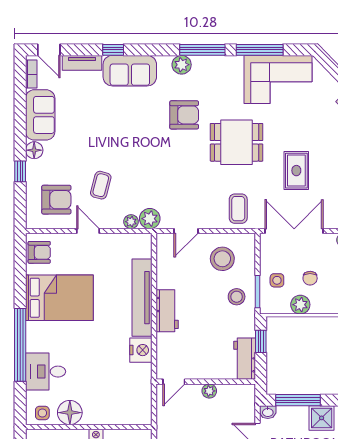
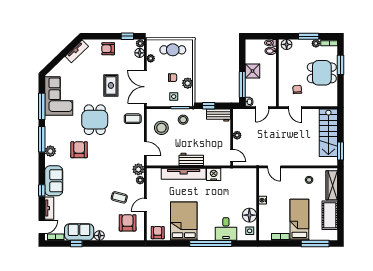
window: (20, 171) -> (76, 244), moved
rug: (296, 171) -> (111, 85), turned 90

